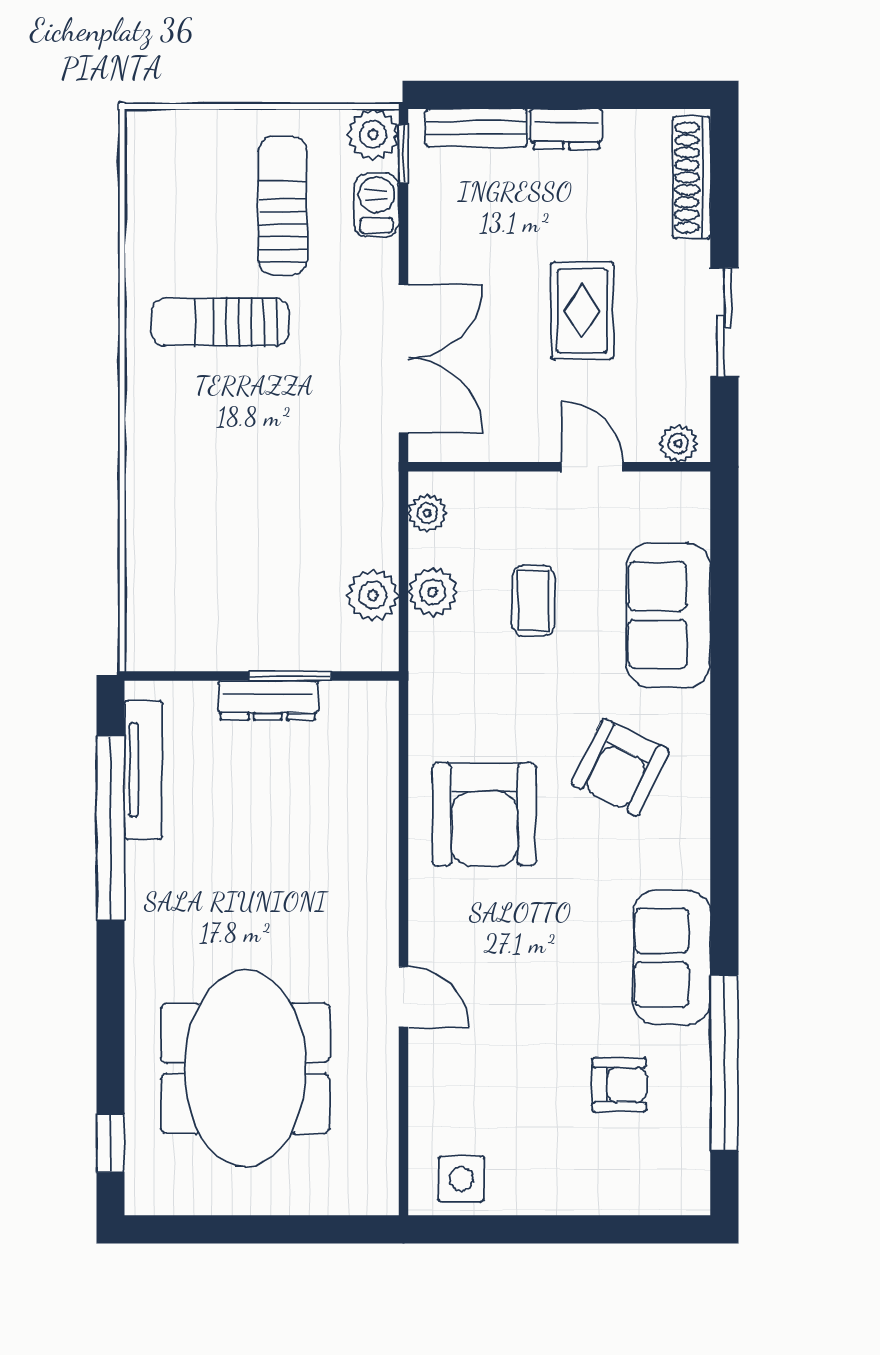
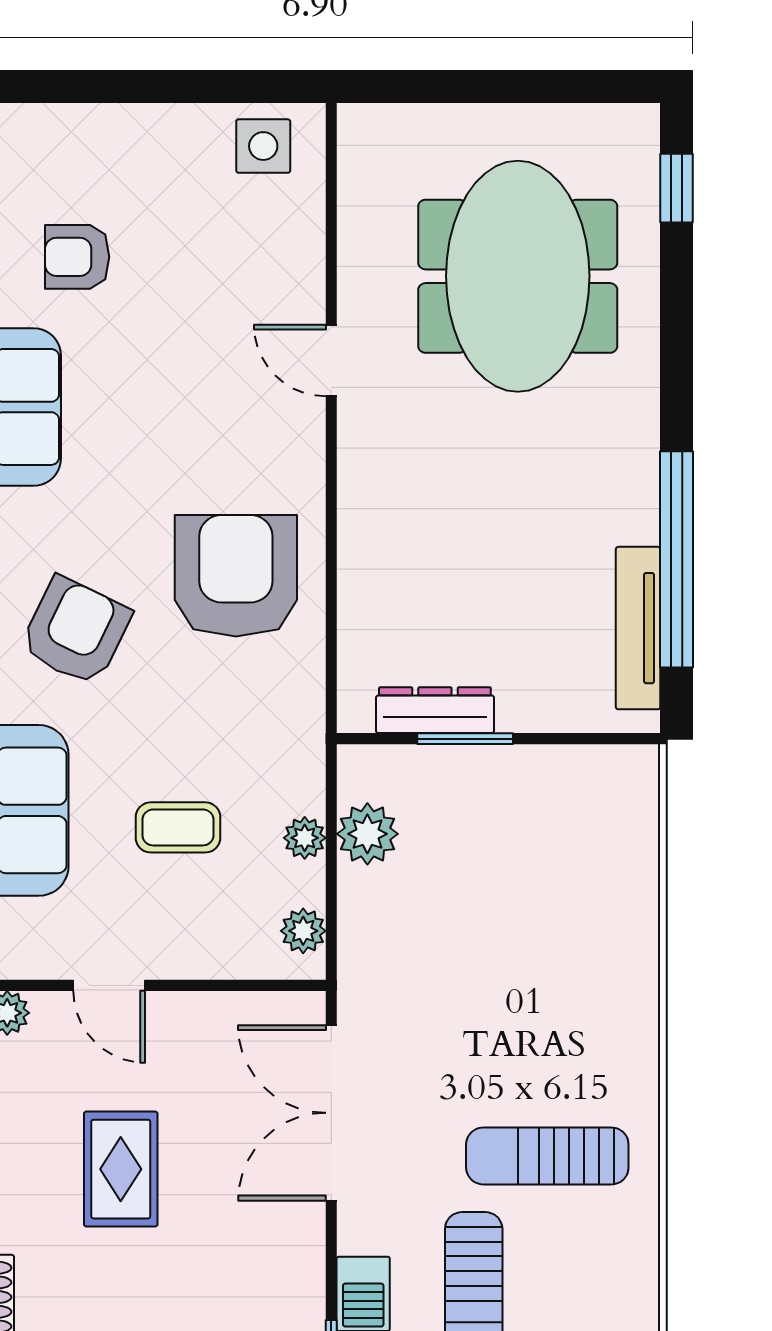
sun lounger: (220, 322) -> (547, 1156), turned 180
plant: (433, 592) -> (305, 838), width x0.73, depth x0.73
coffee table: (534, 601) -> (178, 827), turned 90
dresser: (268, 700) -> (435, 710), moved

